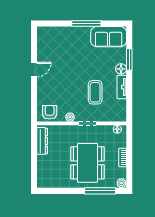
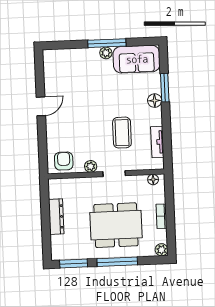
plant: (85, 31) -> (106, 53), added
tv unit: (122, 87) -> (157, 142), moved
dresser: (42, 141) -> (56, 217), moved
dining table: (88, 163) -> (116, 225), turned 90
window: (54, 191) -> (74, 264), added
window: (100, 191) -> (117, 262), moved

